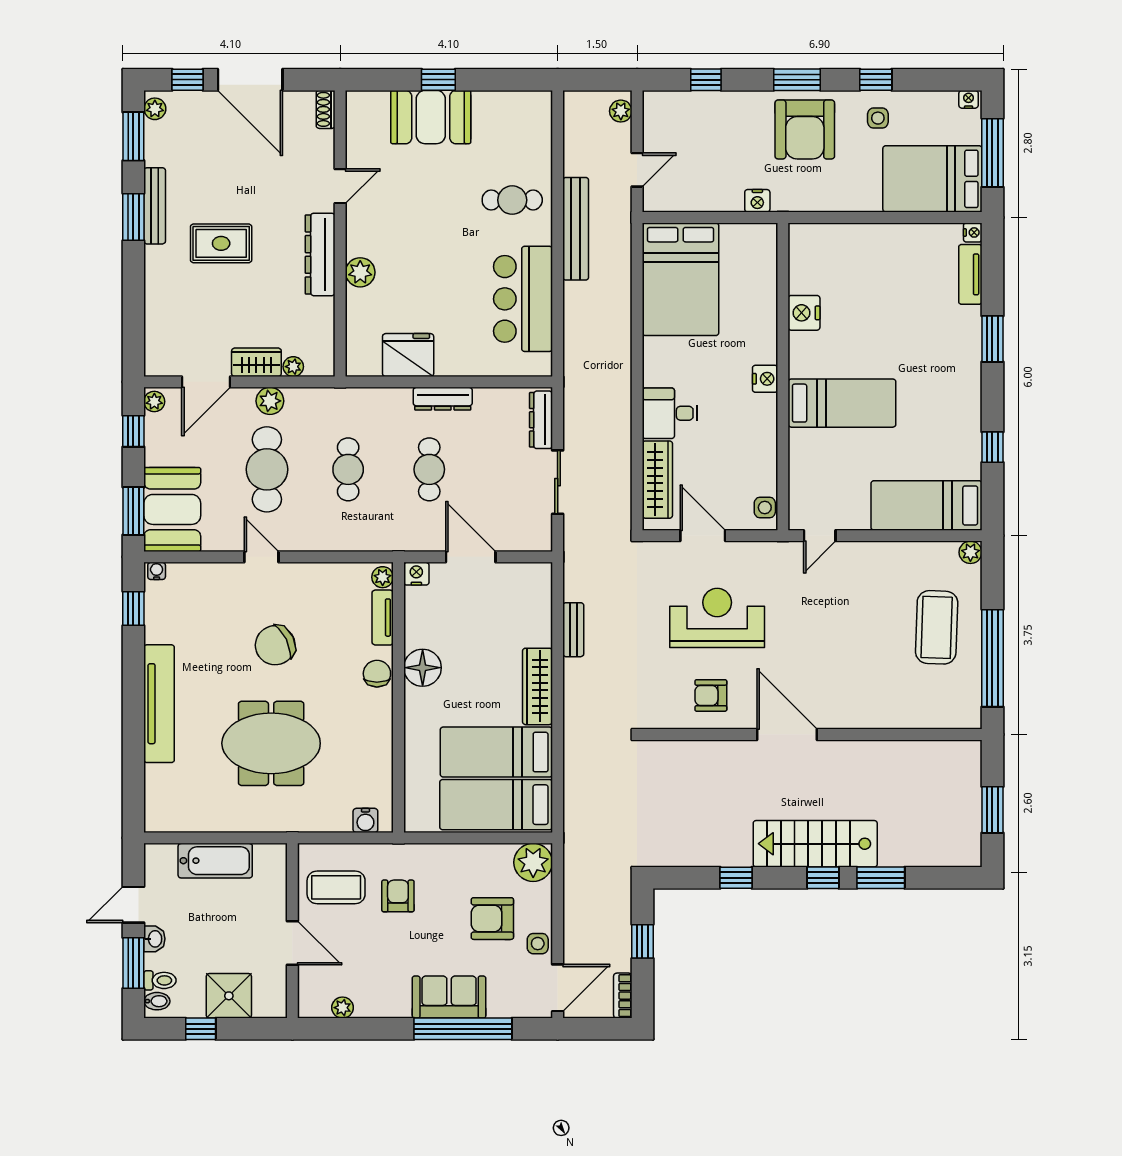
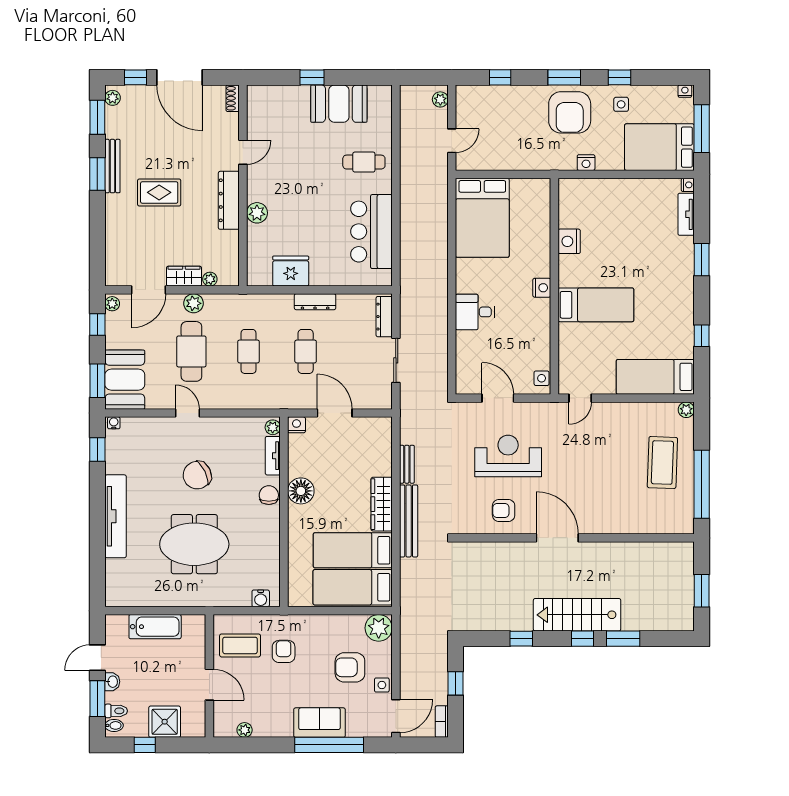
booth: (431, 117) -> (339, 104), moved
nightstand: (757, 201) -> (586, 163), moved
bench: (576, 229) -> (409, 521), moved
wardrobe: (657, 480) -> (466, 359), removed

